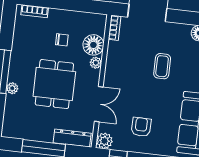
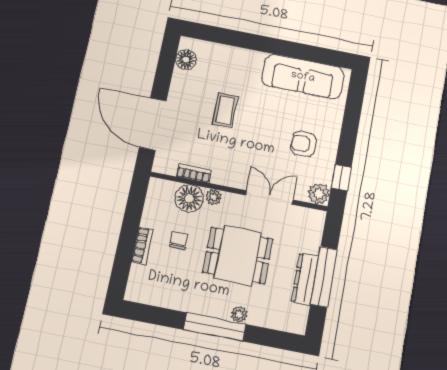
bookcase: (35, 11) -> (142, 246), moved
bookcase: (115, 28) -> (194, 173), moved
coffee table: (162, 66) -> (225, 110), turned 90
dresser: (72, 138) -> (305, 279), moved

